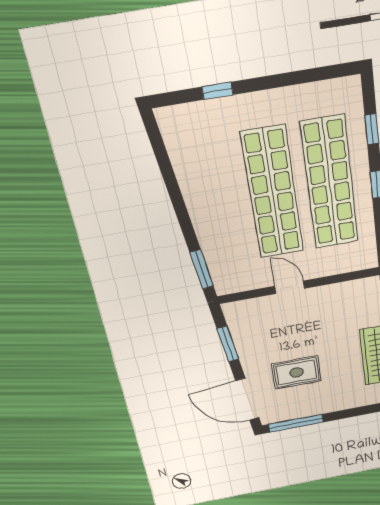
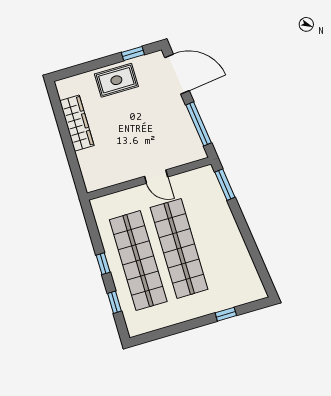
window: (228, 344) -> (199, 124), width x1.44
rug: (296, 372) -> (116, 80), moved
window: (296, 423) -> (133, 54), width x0.46

